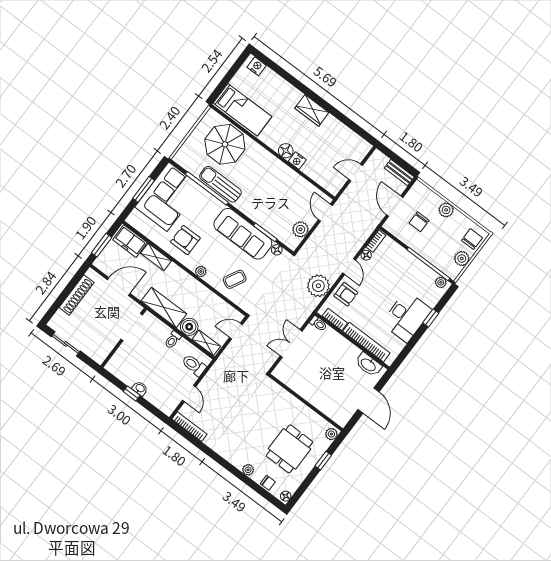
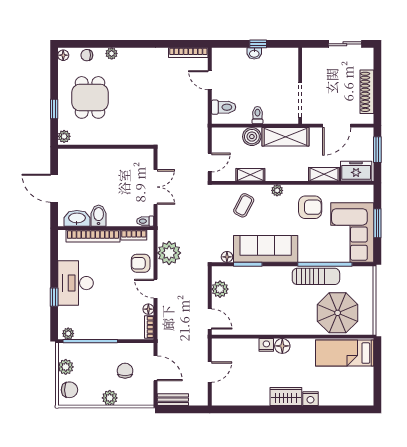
nightstand: (257, 66) -> (310, 399), moved
chair: (472, 239) -> (69, 390), turned -90
shelving: (206, 343) -> (250, 175), moved
bidet: (351, 354) -> (99, 216), added

